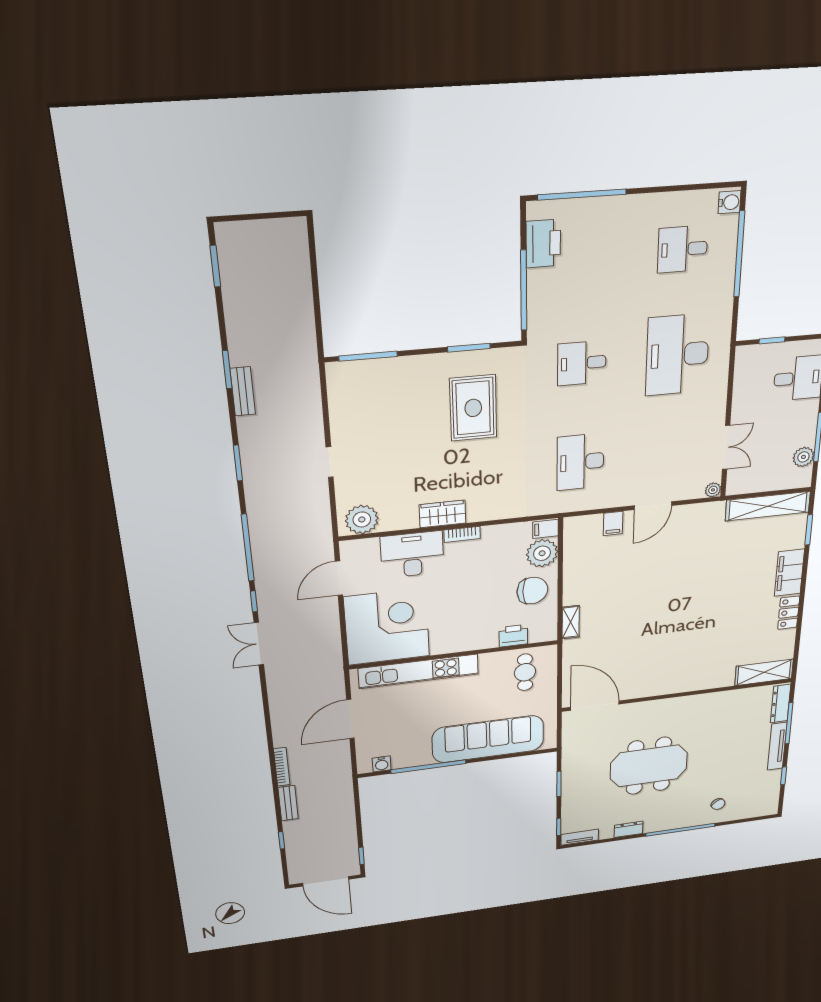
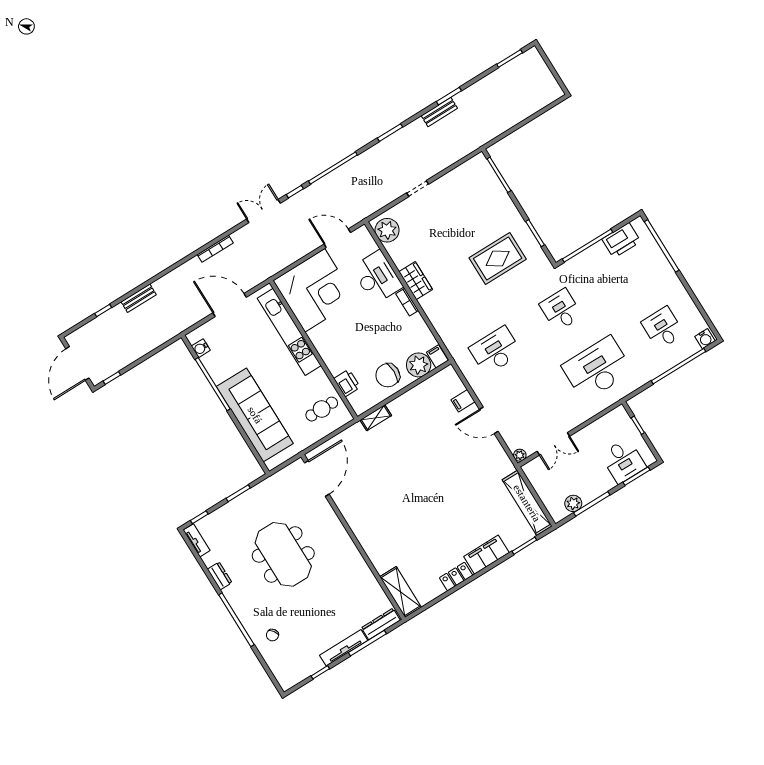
chair: (532, 591) -> (388, 375), turned 90
bookcase: (282, 767) -> (215, 249), moved

